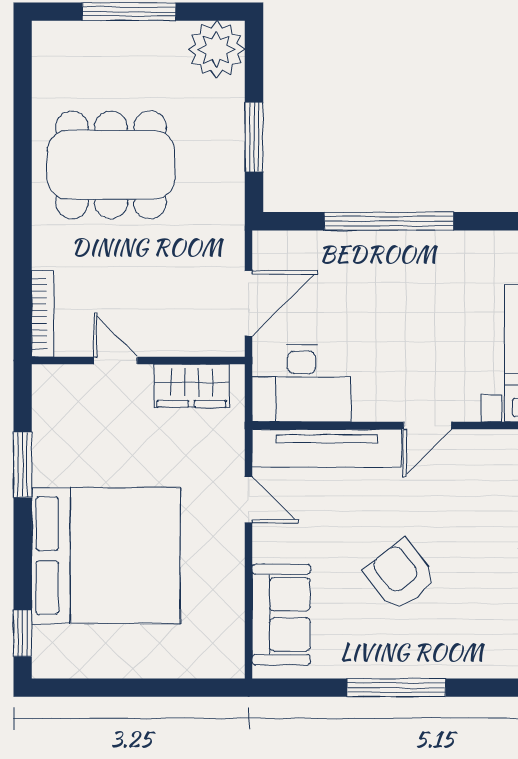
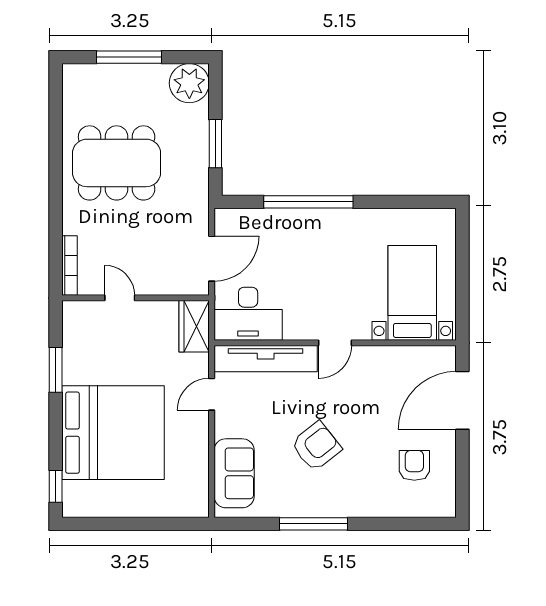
wardrobe: (192, 386) -> (194, 326), moved, turned 90
door: (249, 500) -> (212, 394), swing flipped
armchair: (400, 575) -> (316, 446), turned 90

